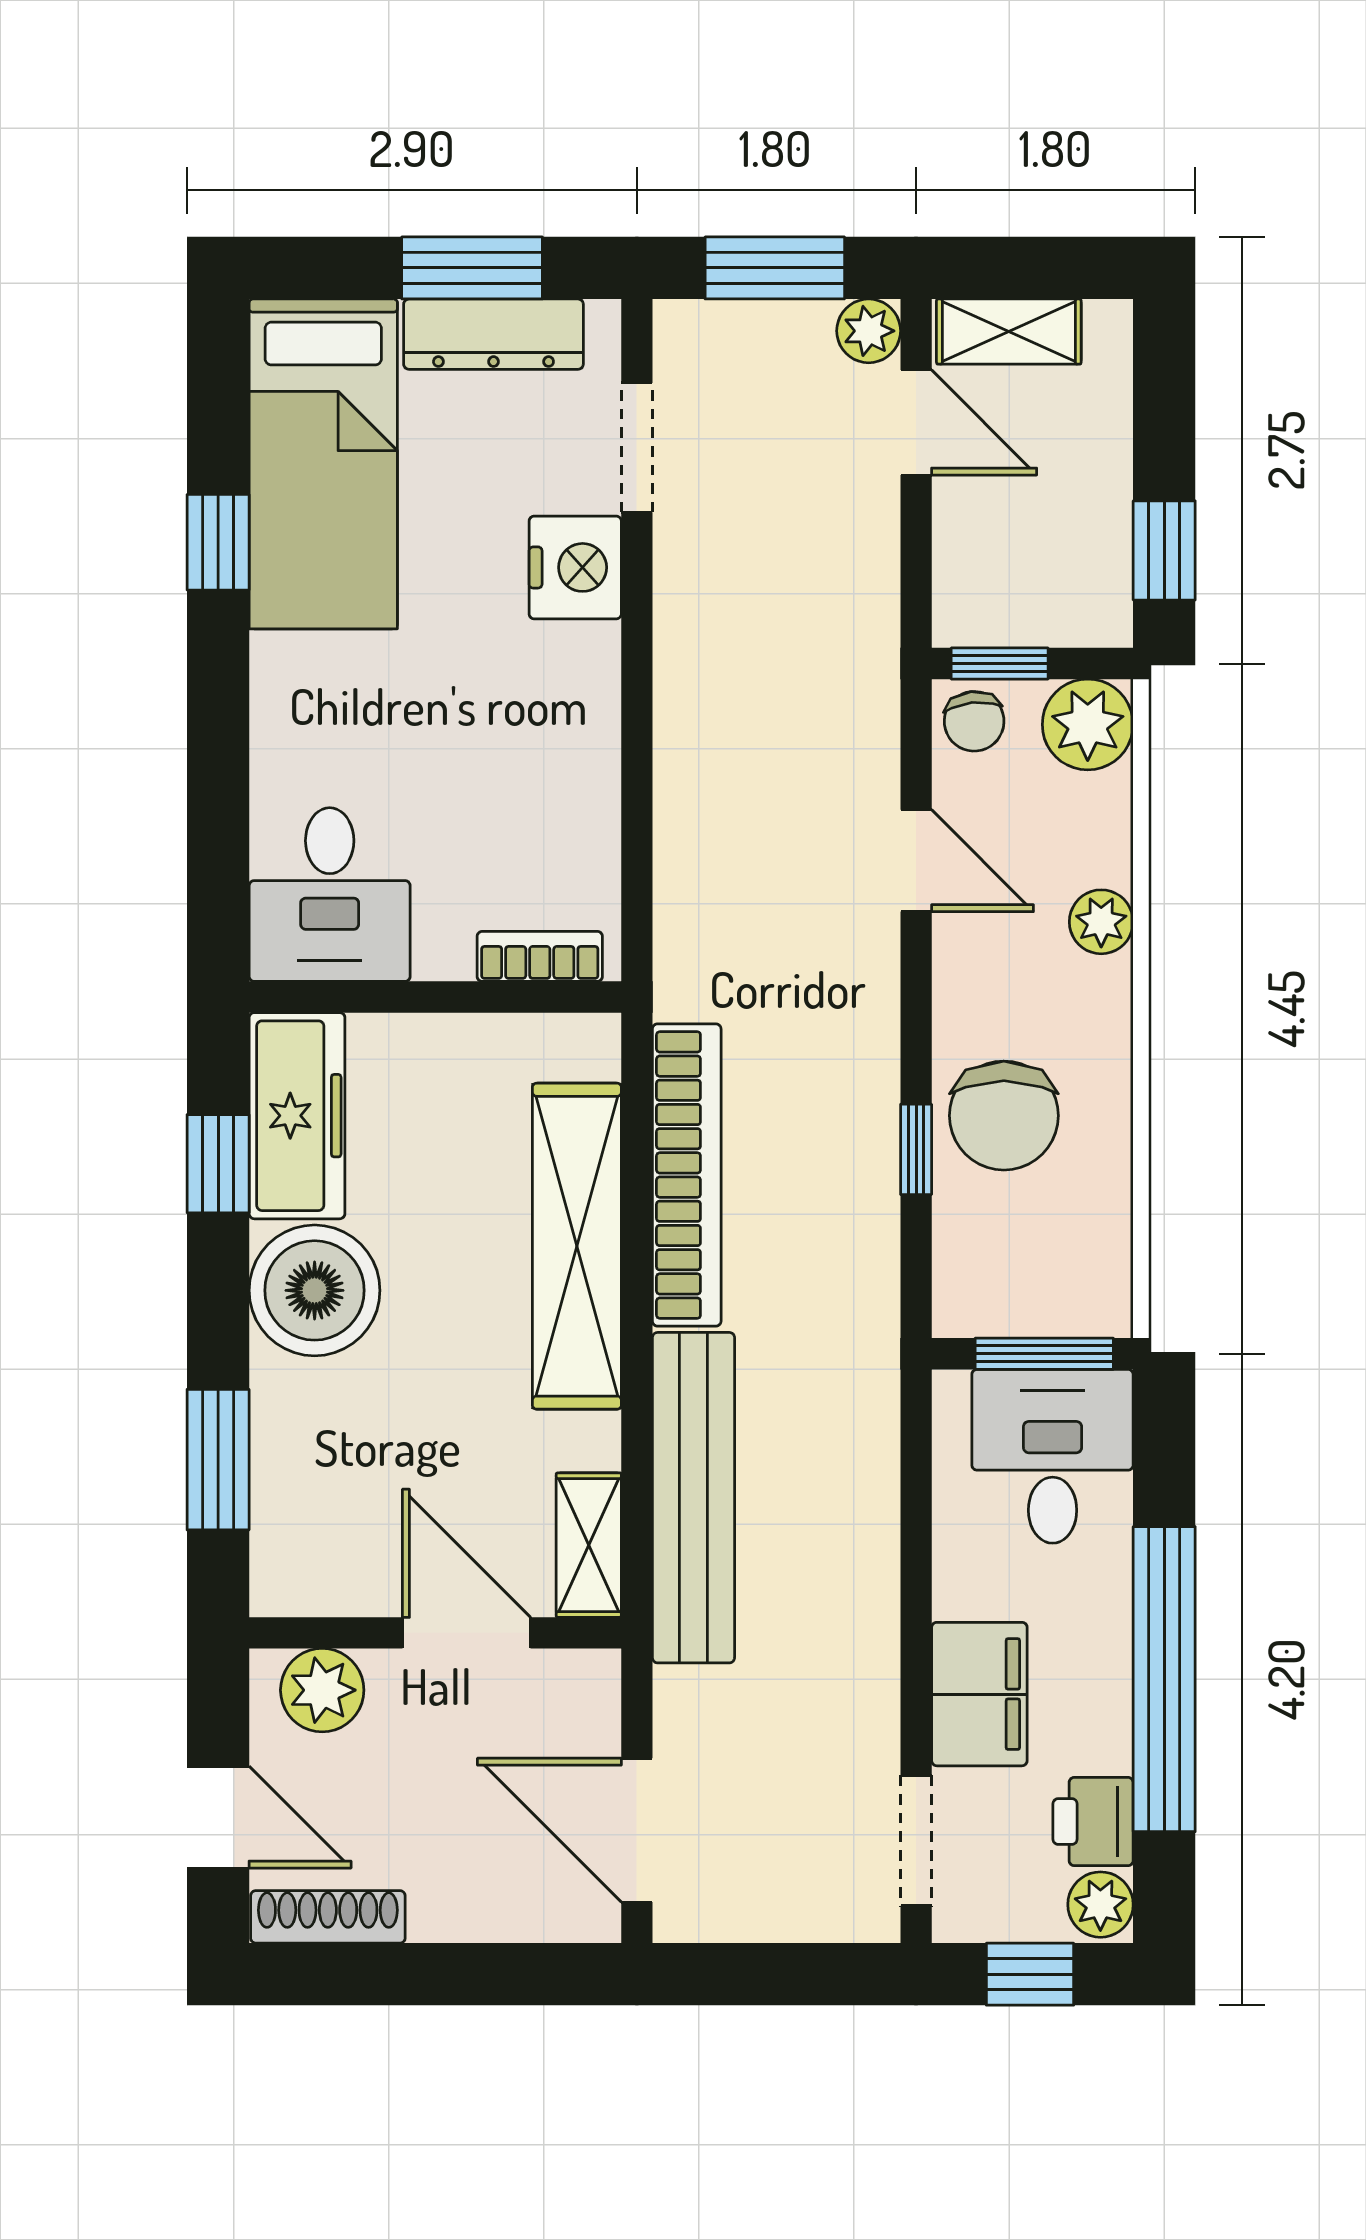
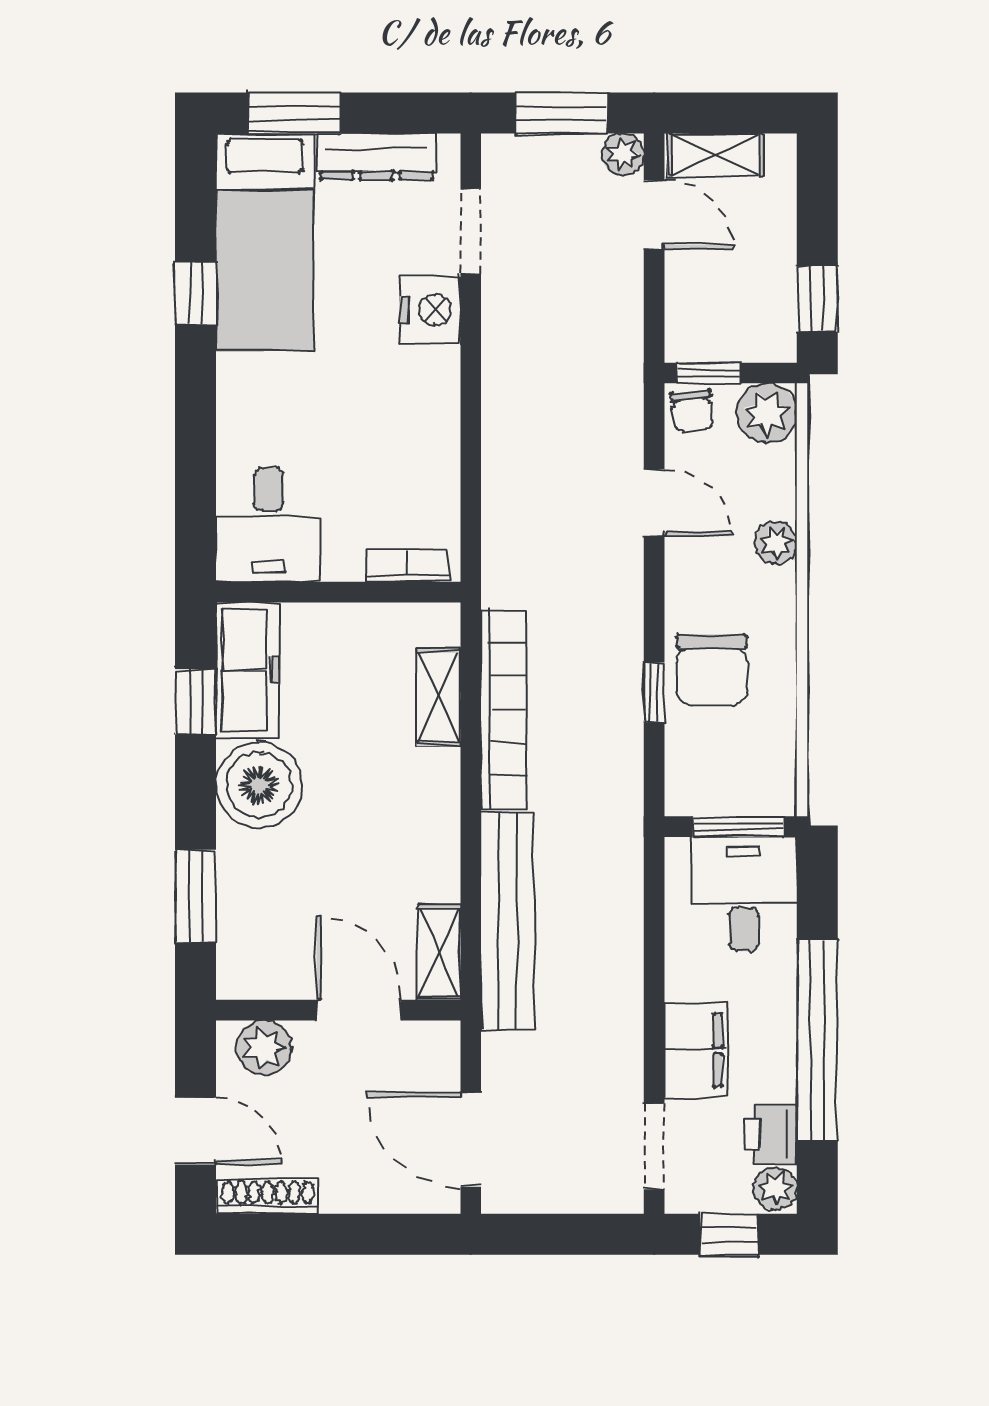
window: (472, 268) -> (294, 113), moved
shelving: (577, 1246) -> (439, 698), width x0.45, depth x0.75

